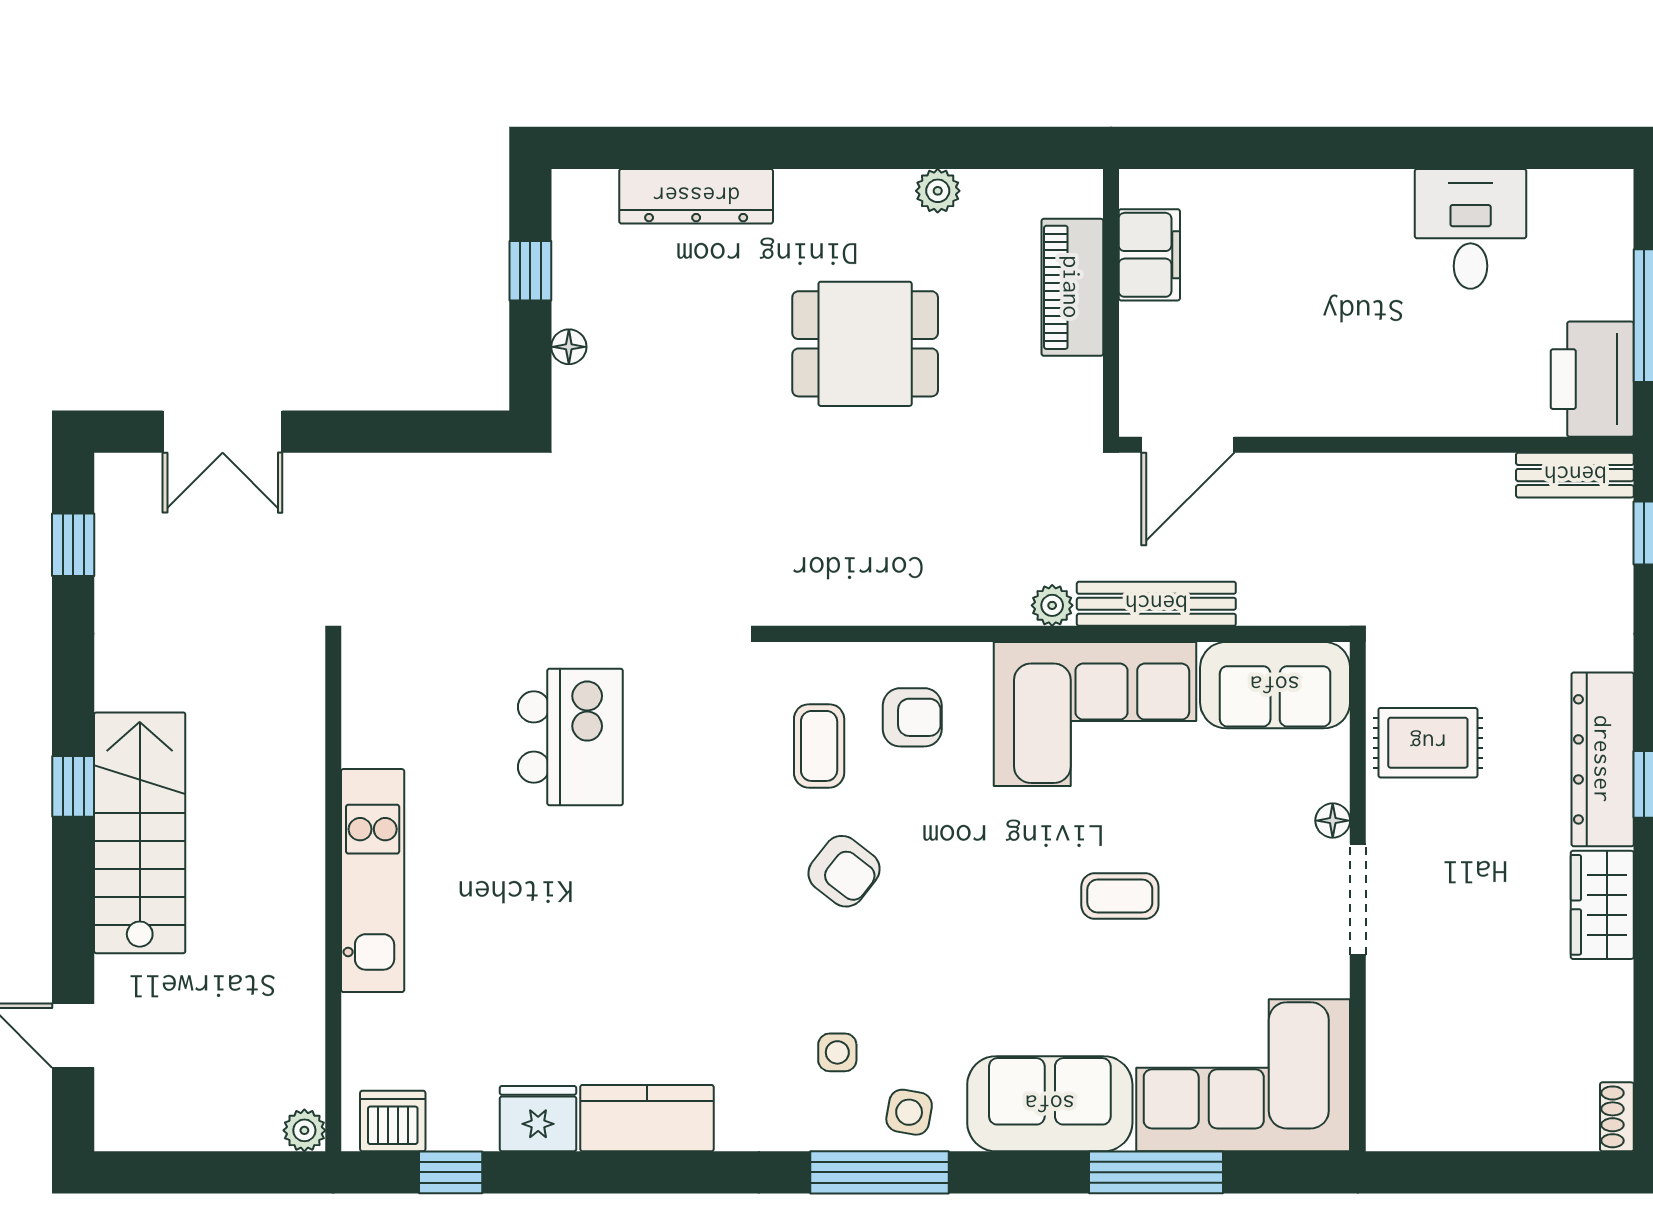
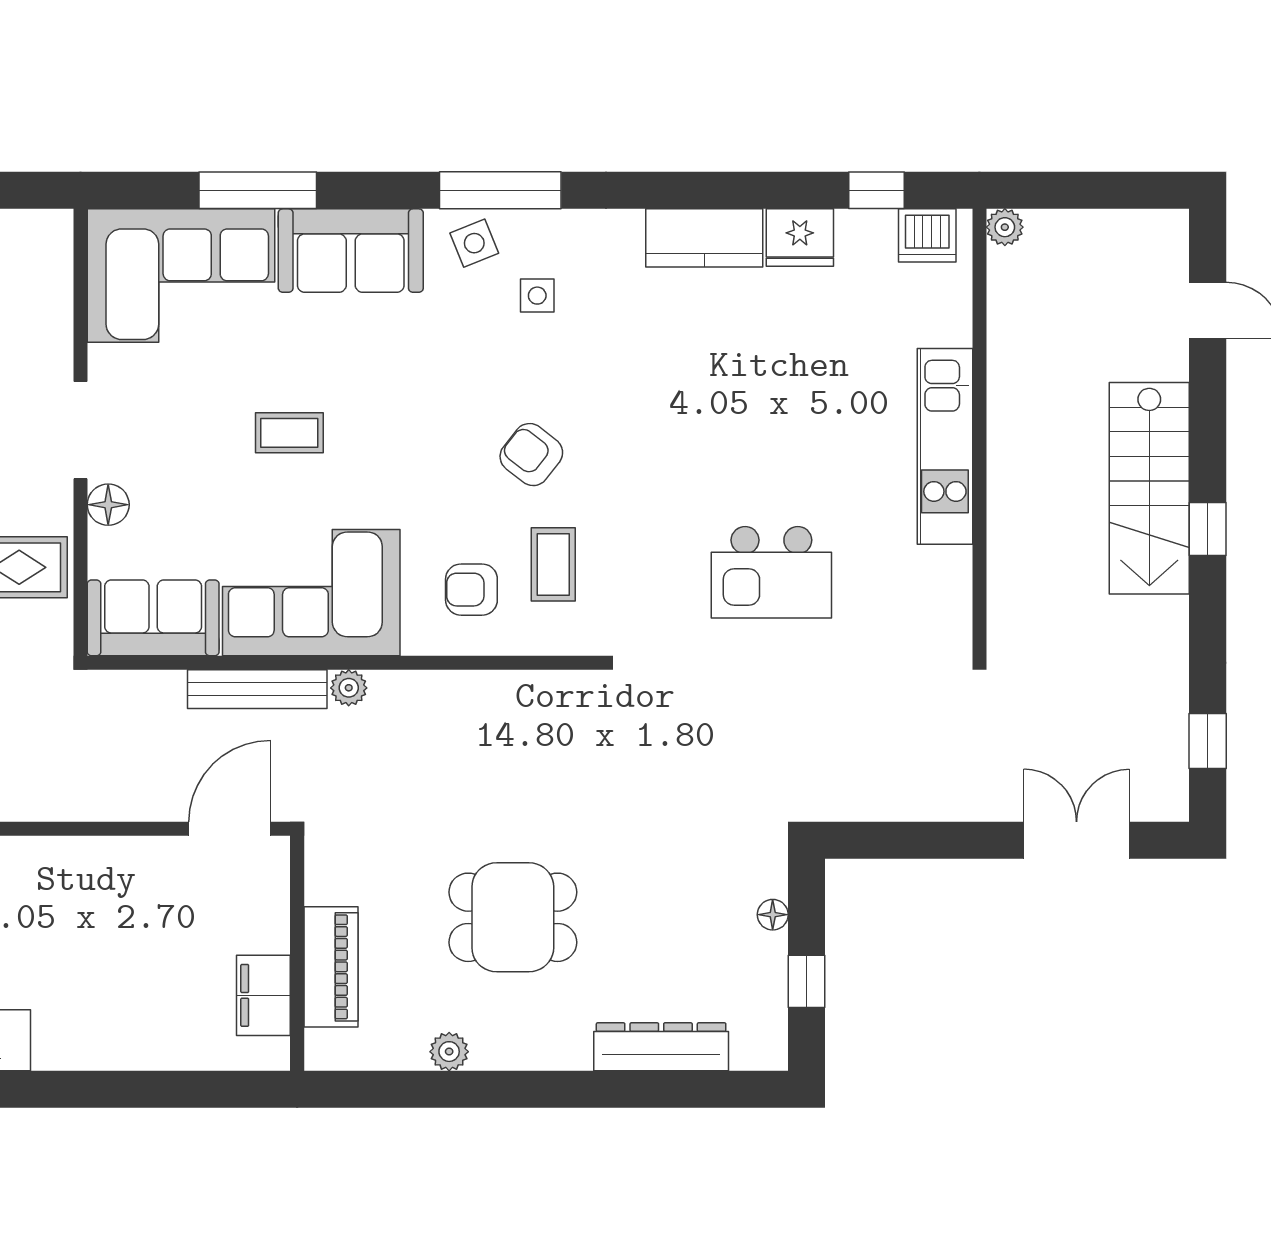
kitchen island: (570, 737) -> (771, 572), turned -90
floor lamp: (1333, 821) -> (108, 505), width x1.37, depth x1.37
side table: (909, 1112) -> (474, 243), turned -32

